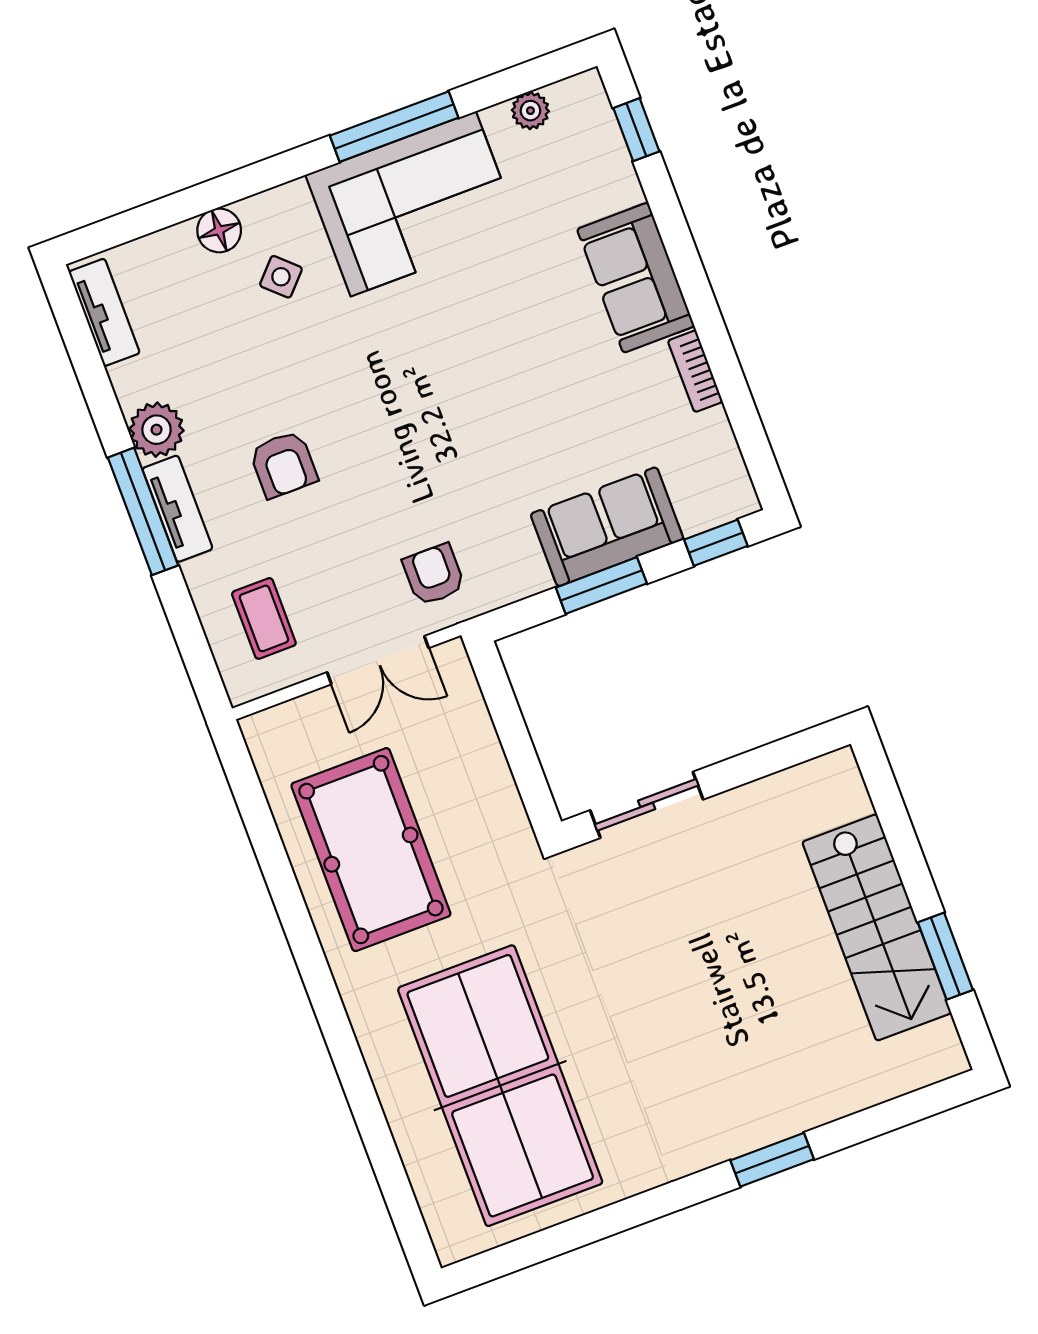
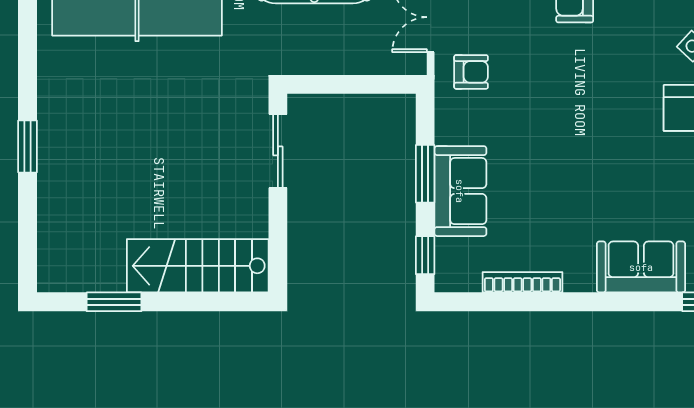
sofa: (636, 278) -> (641, 267), moved
bookcase: (695, 371) -> (522, 282), width x1.56
stairs: (877, 927) -> (198, 266), moved

